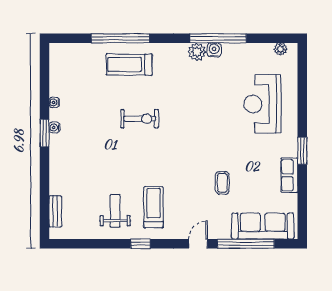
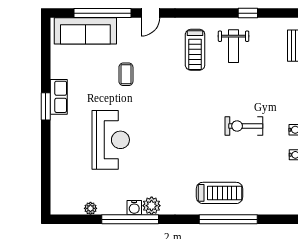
plant: (280, 49) -> (90, 208), moved
reception desk: (262, 104) -> (111, 140), moved
exercise bike: (140, 119) -> (244, 126), moved
row of seats: (289, 175) -> (59, 97), moved
window: (140, 244) -> (248, 13), moved

